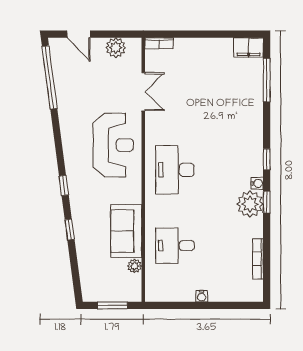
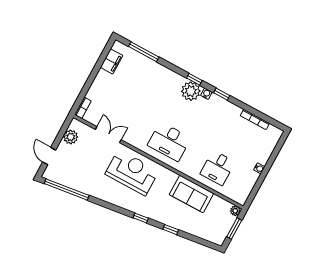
door: (79, 34) -> (49, 156), swing flipped
filing cabinet: (248, 48) -> (112, 61), moved
plant: (250, 204) -> (191, 91), moved
plant: (135, 266) -> (235, 211), moved

